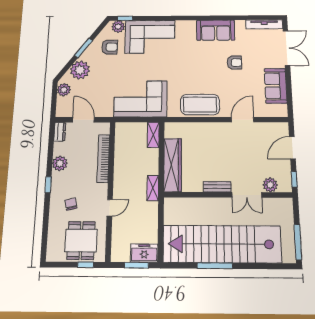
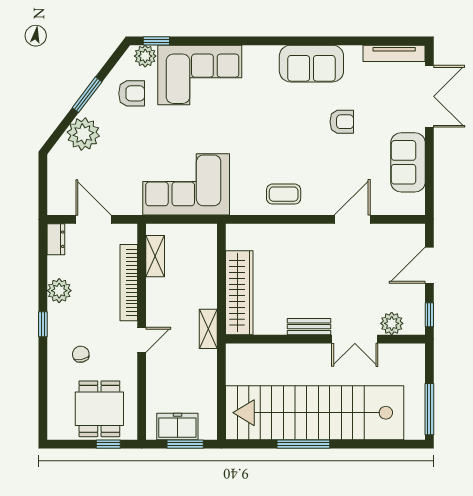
plant: (64, 90) -> (58, 168), removed
coffee table: (200, 105) -> (284, 194), width x0.54, depth x0.58
shelving: (153, 135) -> (155, 256), moved
door: (110, 208) -> (142, 340), moved
freezer: (144, 253) -> (177, 427), moved

